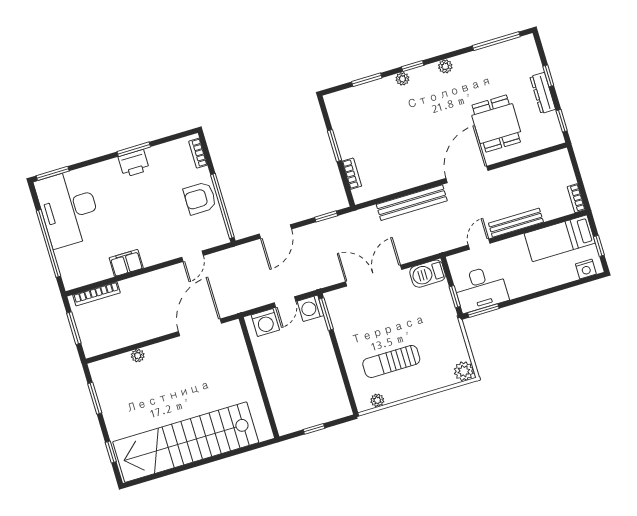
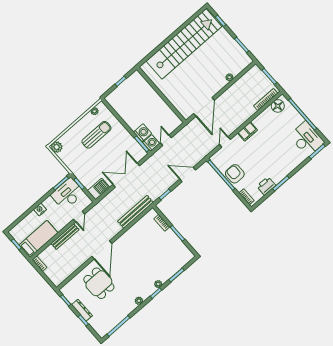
printer: (134, 163) -> (266, 186), moved
armchair: (200, 198) -> (235, 174), turned -90
bench: (412, 203) -> (135, 212), moved
desk: (69, 208) -> (307, 139), width x0.73, depth x0.77
door: (275, 232) -> (188, 174), hinge flipped
filing cabinet: (126, 263) -> (247, 132), moved
nightstand: (586, 269) -> (40, 210), moved
floor lamp: (82, 275) -> (278, 106), added
double door: (374, 276) -> (126, 175), swing flipped
washing machine: (265, 323) -> (143, 133), moved, turned 90

